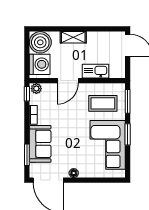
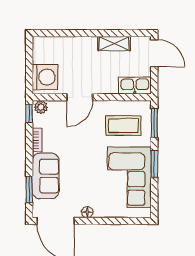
shelving: (73, 37) -> (114, 44), moved
boiler: (40, 42) -> (46, 50), removed
kitchen sink: (96, 71) -> (135, 86), moved

